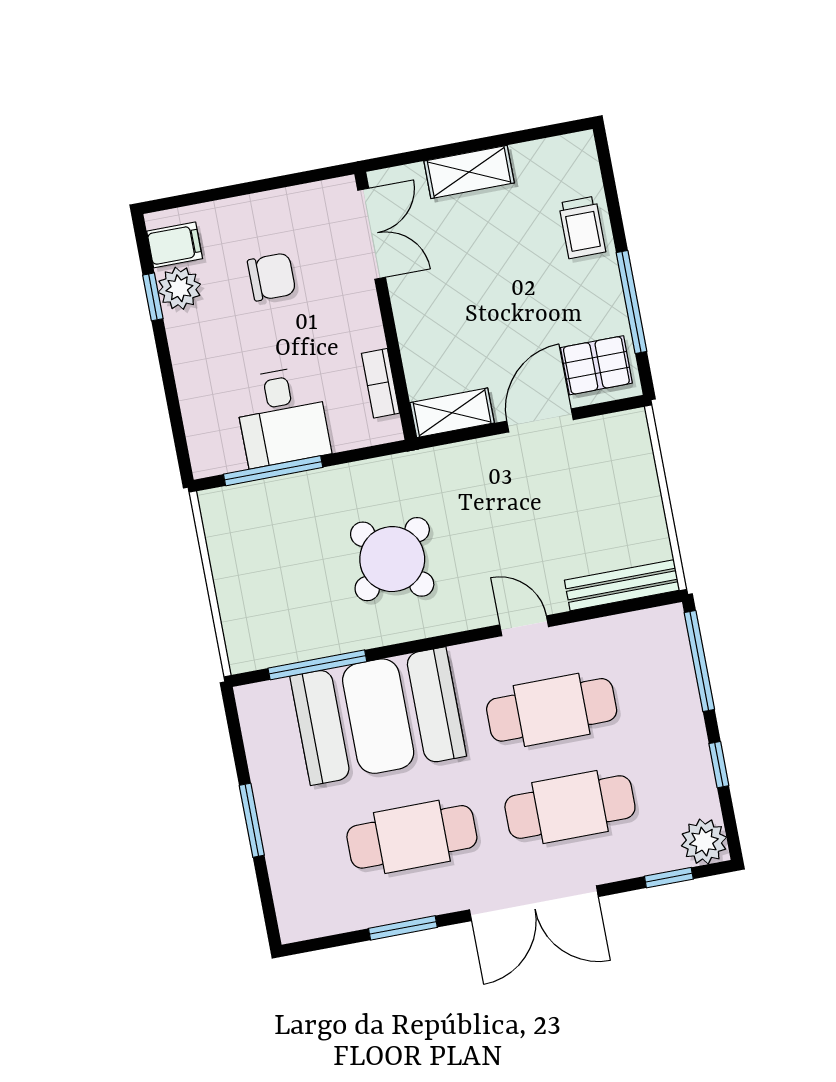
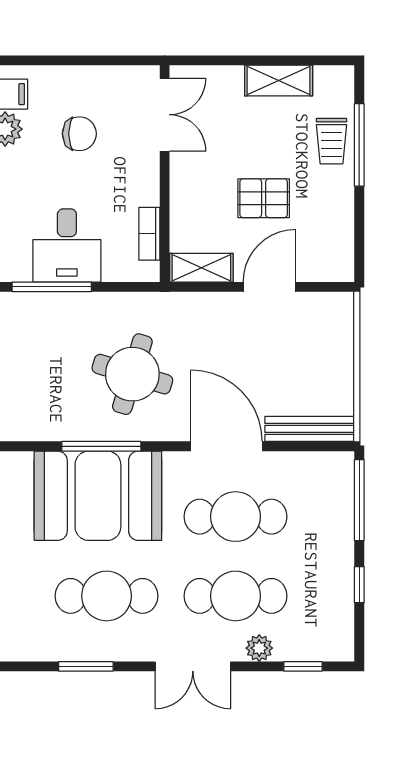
shelving: (469, 172) -> (279, 80), moved
window: (632, 302) -> (359, 145), moved
pallet: (596, 365) -> (264, 198), moved
round table: (392, 559) -> (132, 374), turned -34
door: (524, 626) -> (226, 446), width x1.87
window: (317, 665) -> (101, 446), moved
plant: (704, 842) -> (259, 648), moved, width x0.73, depth x0.73
double door: (534, 903) -> (193, 666), width x0.73

